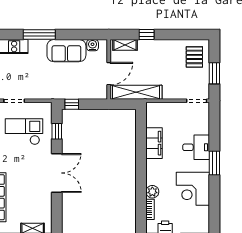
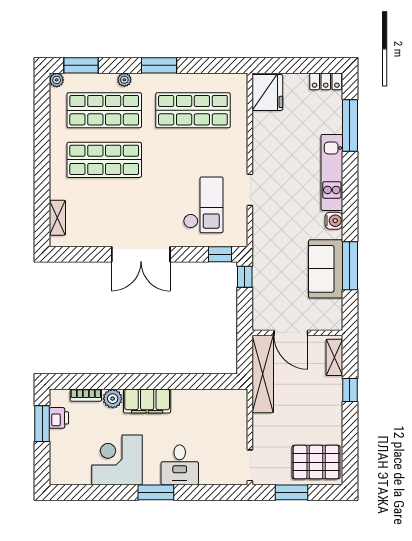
window: (39, 34) -> (350, 266), moved
water cooler: (93, 45) -> (334, 221), moved
pallet: (194, 57) -> (316, 462), width x1.50, depth x1.42
window: (57, 131) -> (220, 254), moved
filing cabinet: (154, 143) -> (147, 401), moved

